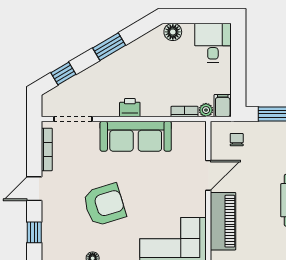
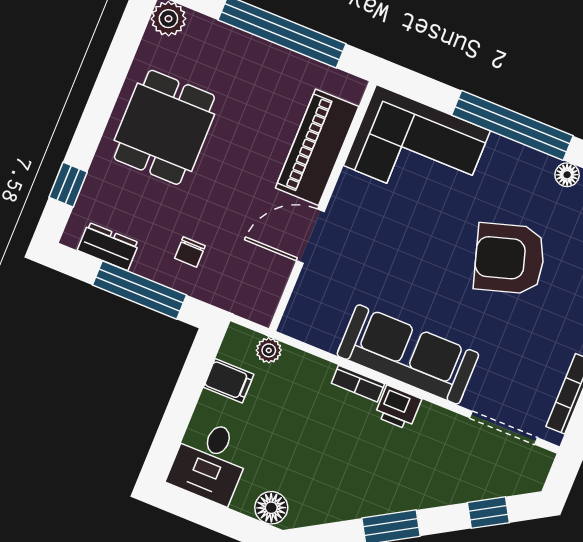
filing cabinet: (223, 106) -> (229, 381), moved, turned -90
bookcase: (184, 112) -> (358, 384), moved
chair: (237, 140) -> (190, 252), moved

